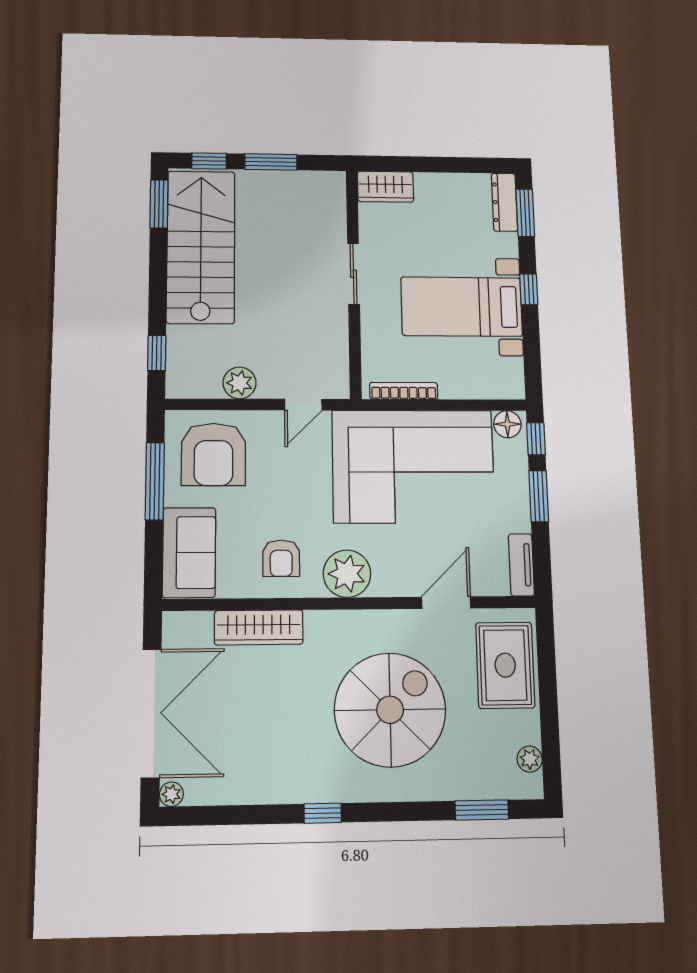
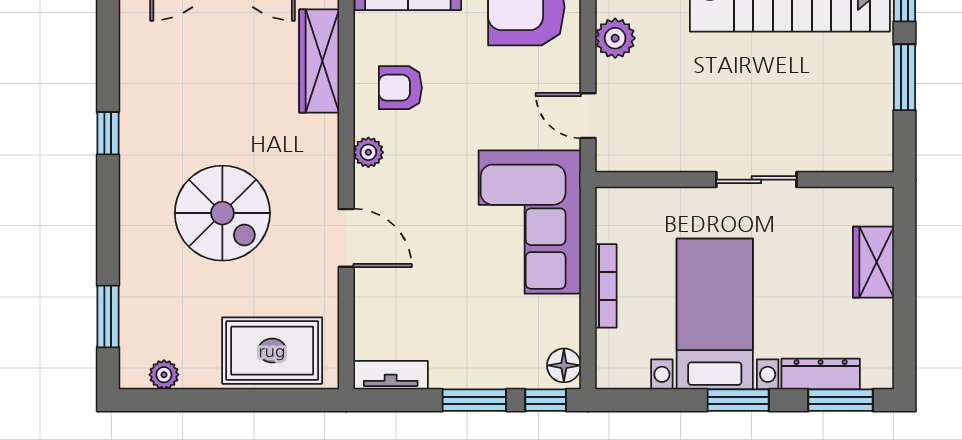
wardrobe: (385, 187) -> (873, 262), moved
dresser: (505, 202) -> (821, 374), moved
window: (529, 289) -> (738, 400), width x1.50
bookcase: (404, 391) -> (606, 286), moved
corner sofa: (413, 466) -> (530, 222), width x0.73, depth x0.74
plant: (347, 574) -> (368, 152), width x0.53, depth x0.53
door: (446, 603) -> (346, 238), moved
spiral stairs: (390, 710) -> (222, 213), width x0.73, depth x0.73

